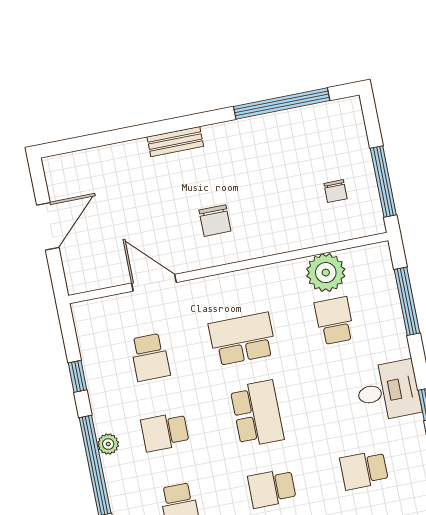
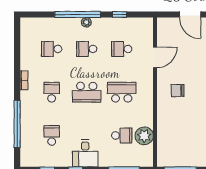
chair: (335, 191) -> (180, 147), removed
school desk: (242, 339) -> (122, 92), turned -90
school desk: (165, 432) -> (87, 49), turned -90

